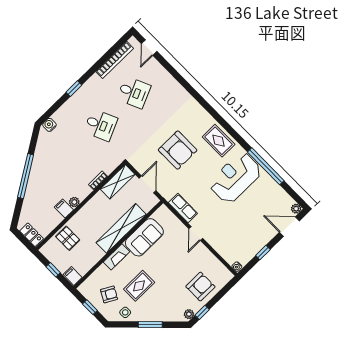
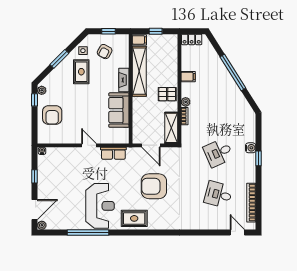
desk: (134, 92) -> (218, 194), turned 39
water cooler: (49, 125) -> (251, 148), moved
plant: (74, 202) -> (186, 102), moved
shelving: (121, 228) -> (139, 71), moved
pallet: (68, 238) -> (167, 94), moved
rug: (139, 286) -> (81, 72), moved

